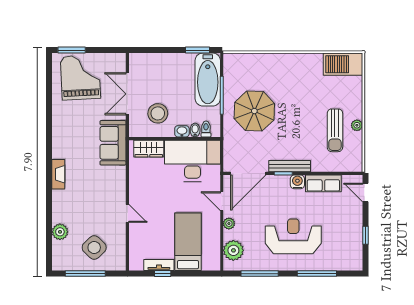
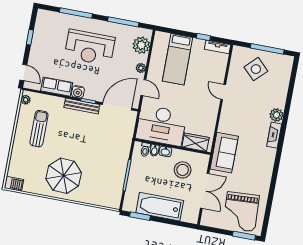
barbecue: (343, 64) -> (14, 184), width x0.53, depth x0.65
bathtub: (208, 80) -> (160, 207), moved, turned -90
parasol: (254, 111) -> (64, 176), moved
plant: (357, 125) -> (26, 100), moved
plant: (60, 232) -> (276, 115), moved
tv unit: (159, 265) -> (217, 47), moved

